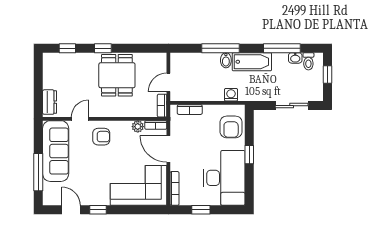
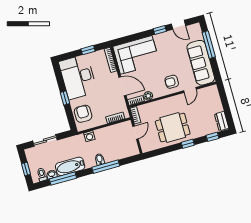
bathtub: (252, 62) -> (70, 166), moved
dining table: (117, 75) -> (173, 128), turned 90
dresser: (50, 102) -> (222, 121), moved

